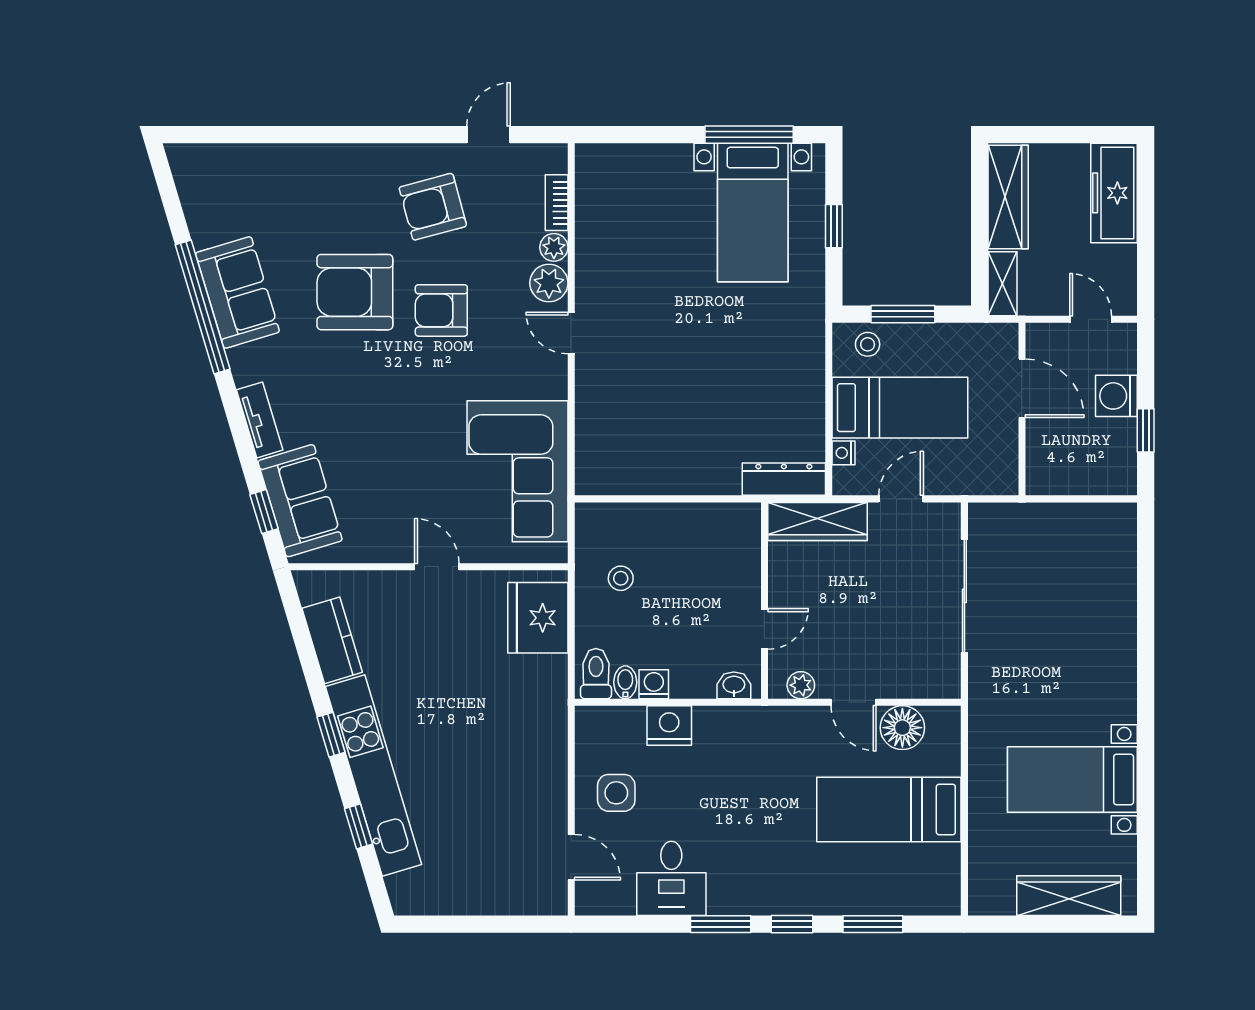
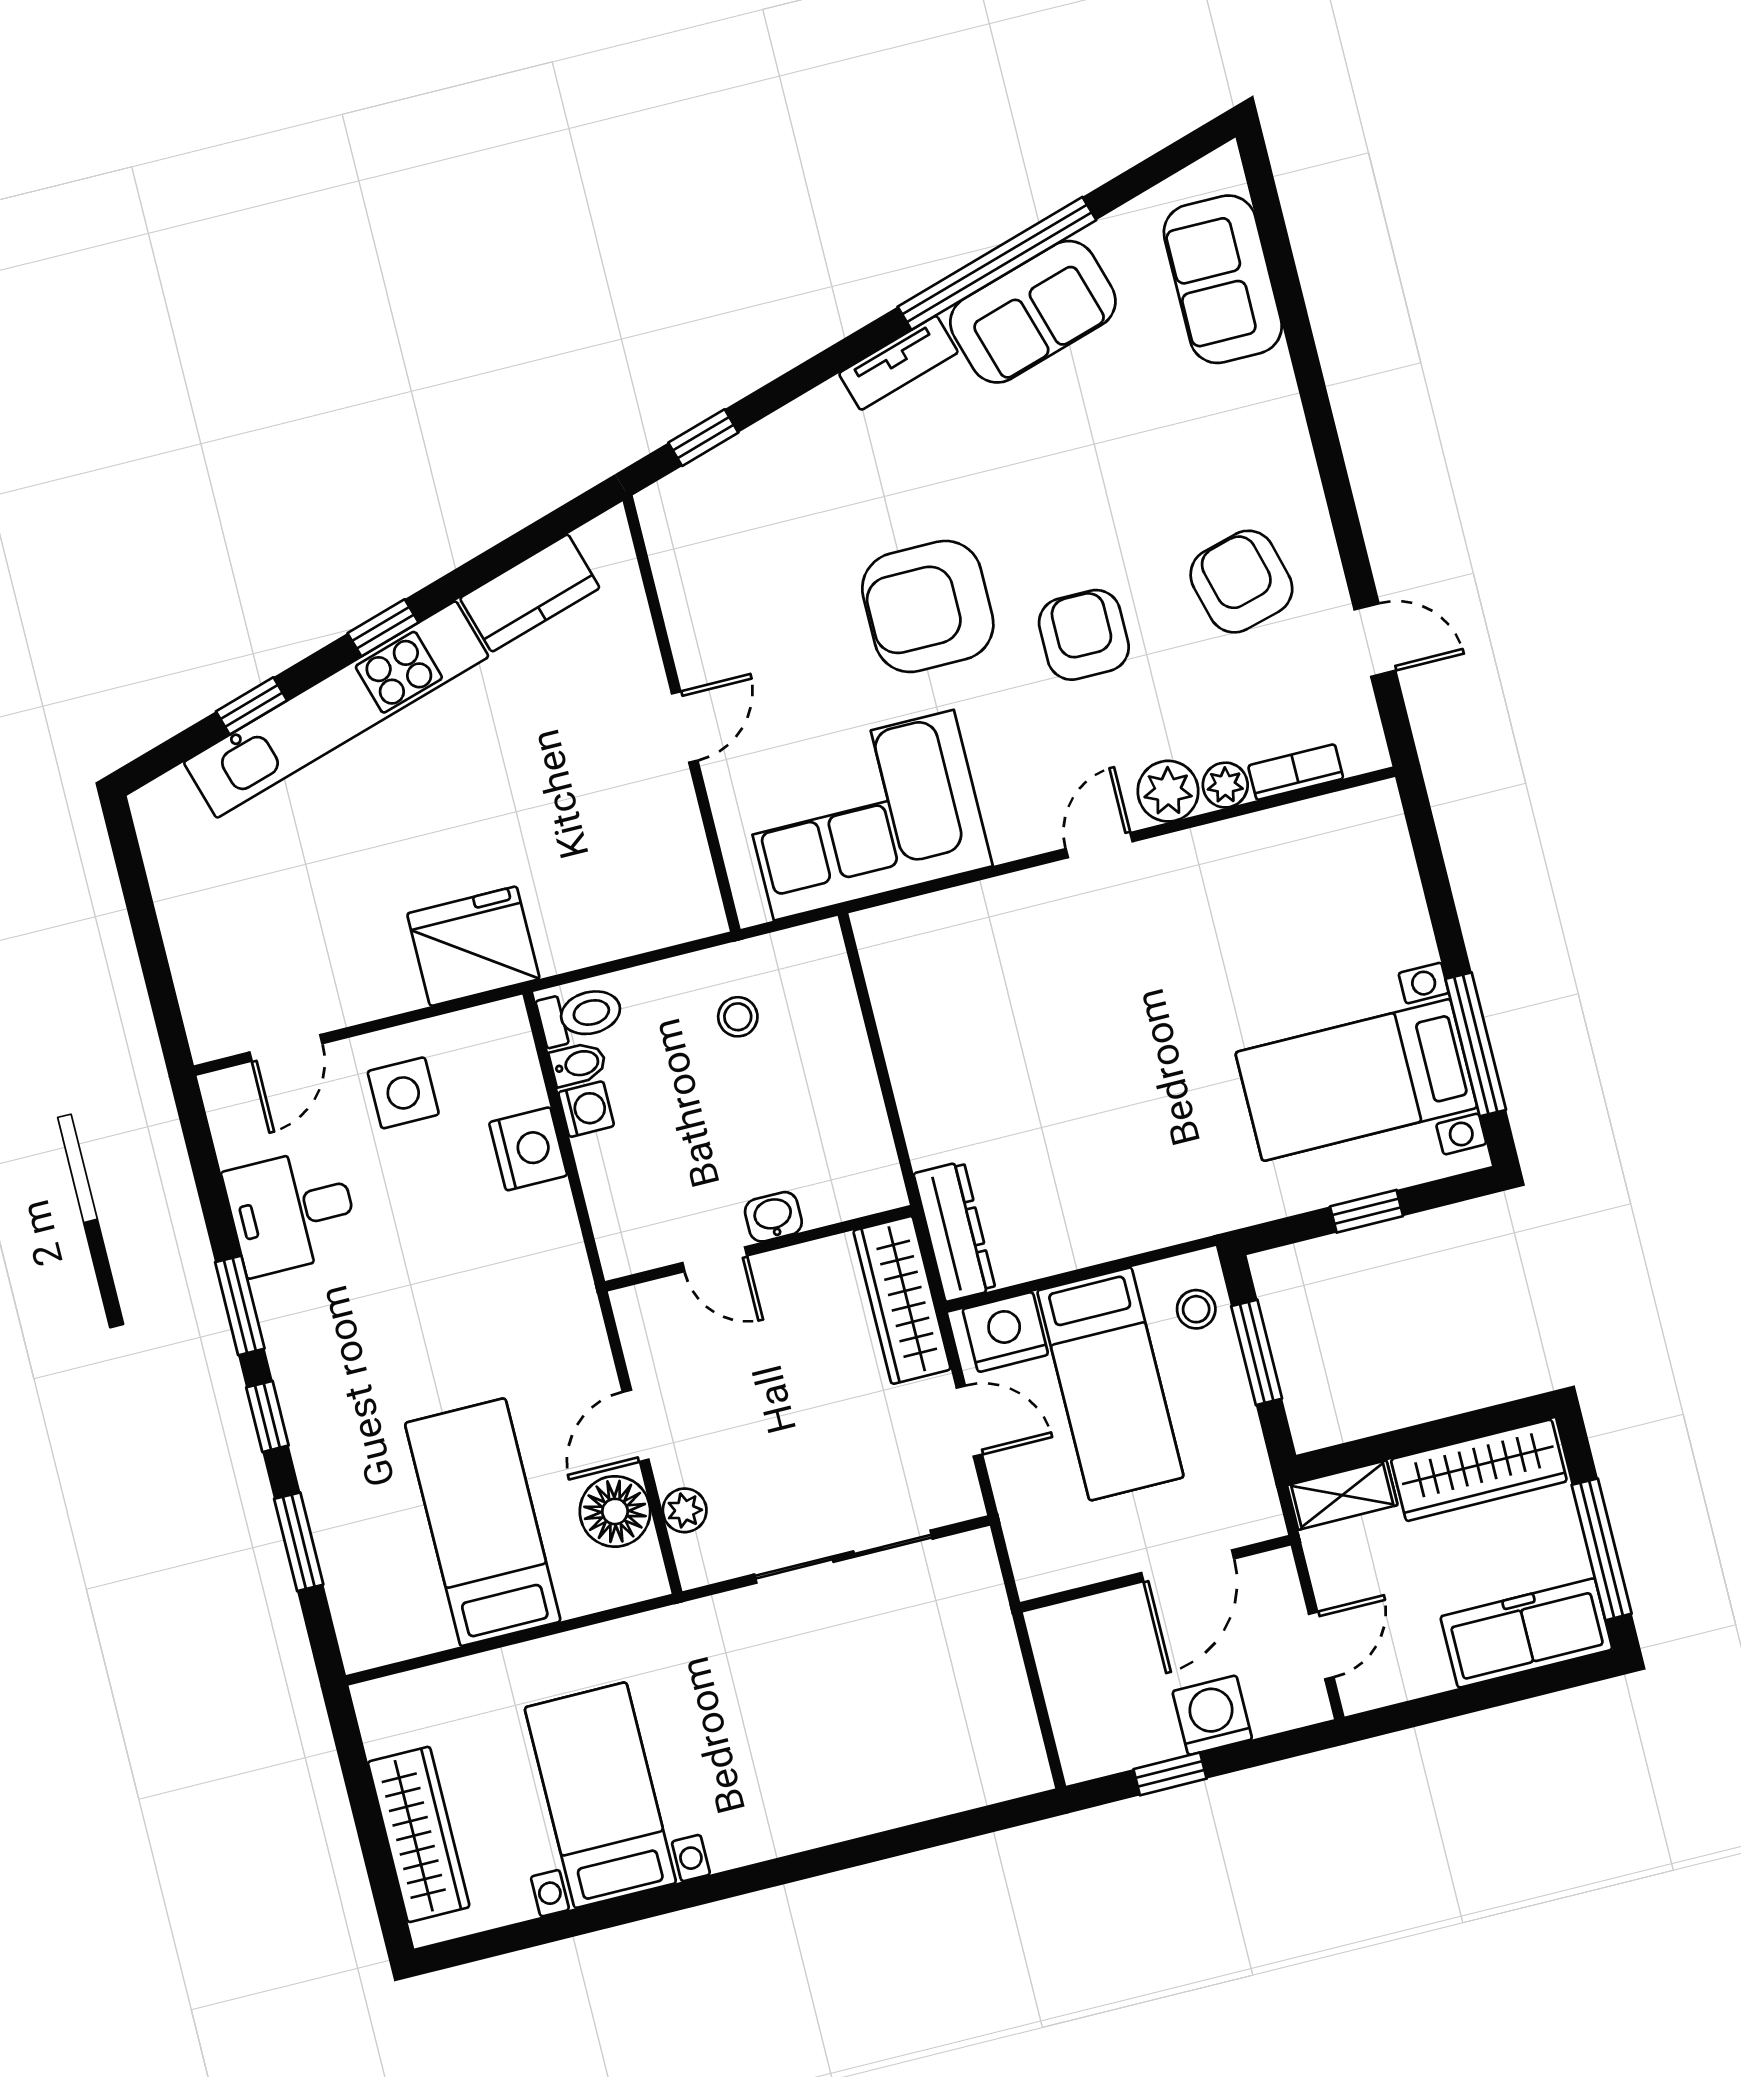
window: (1075, 135) -> (1602, 1549), added
armchair: (355, 292) -> (928, 606), moved, turned -90
tv unit: (260, 420) -> (898, 363), moved
nightstand: (844, 453) -> (1005, 1332), width x1.89, depth x1.79
sofa: (300, 501) -> (1223, 279), moved, turned 107
fridge: (538, 618) -> (473, 946), moved
washbasin: (734, 685) -> (773, 1217), moved, turned -90
plant: (801, 685) -> (685, 1510), moved

